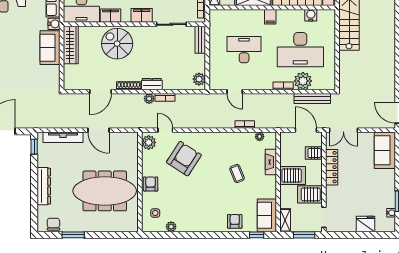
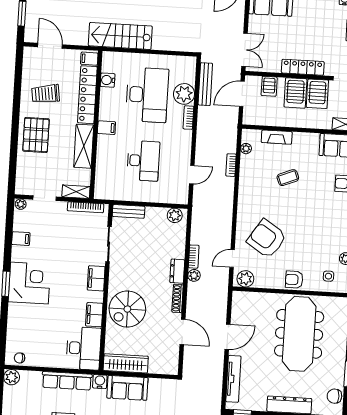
desk: (244, 50) -> (143, 161), turned 180
locker: (332, 167) -> (303, 67), moved
server rack: (293, 176) -> (295, 93), moved, turned 180

